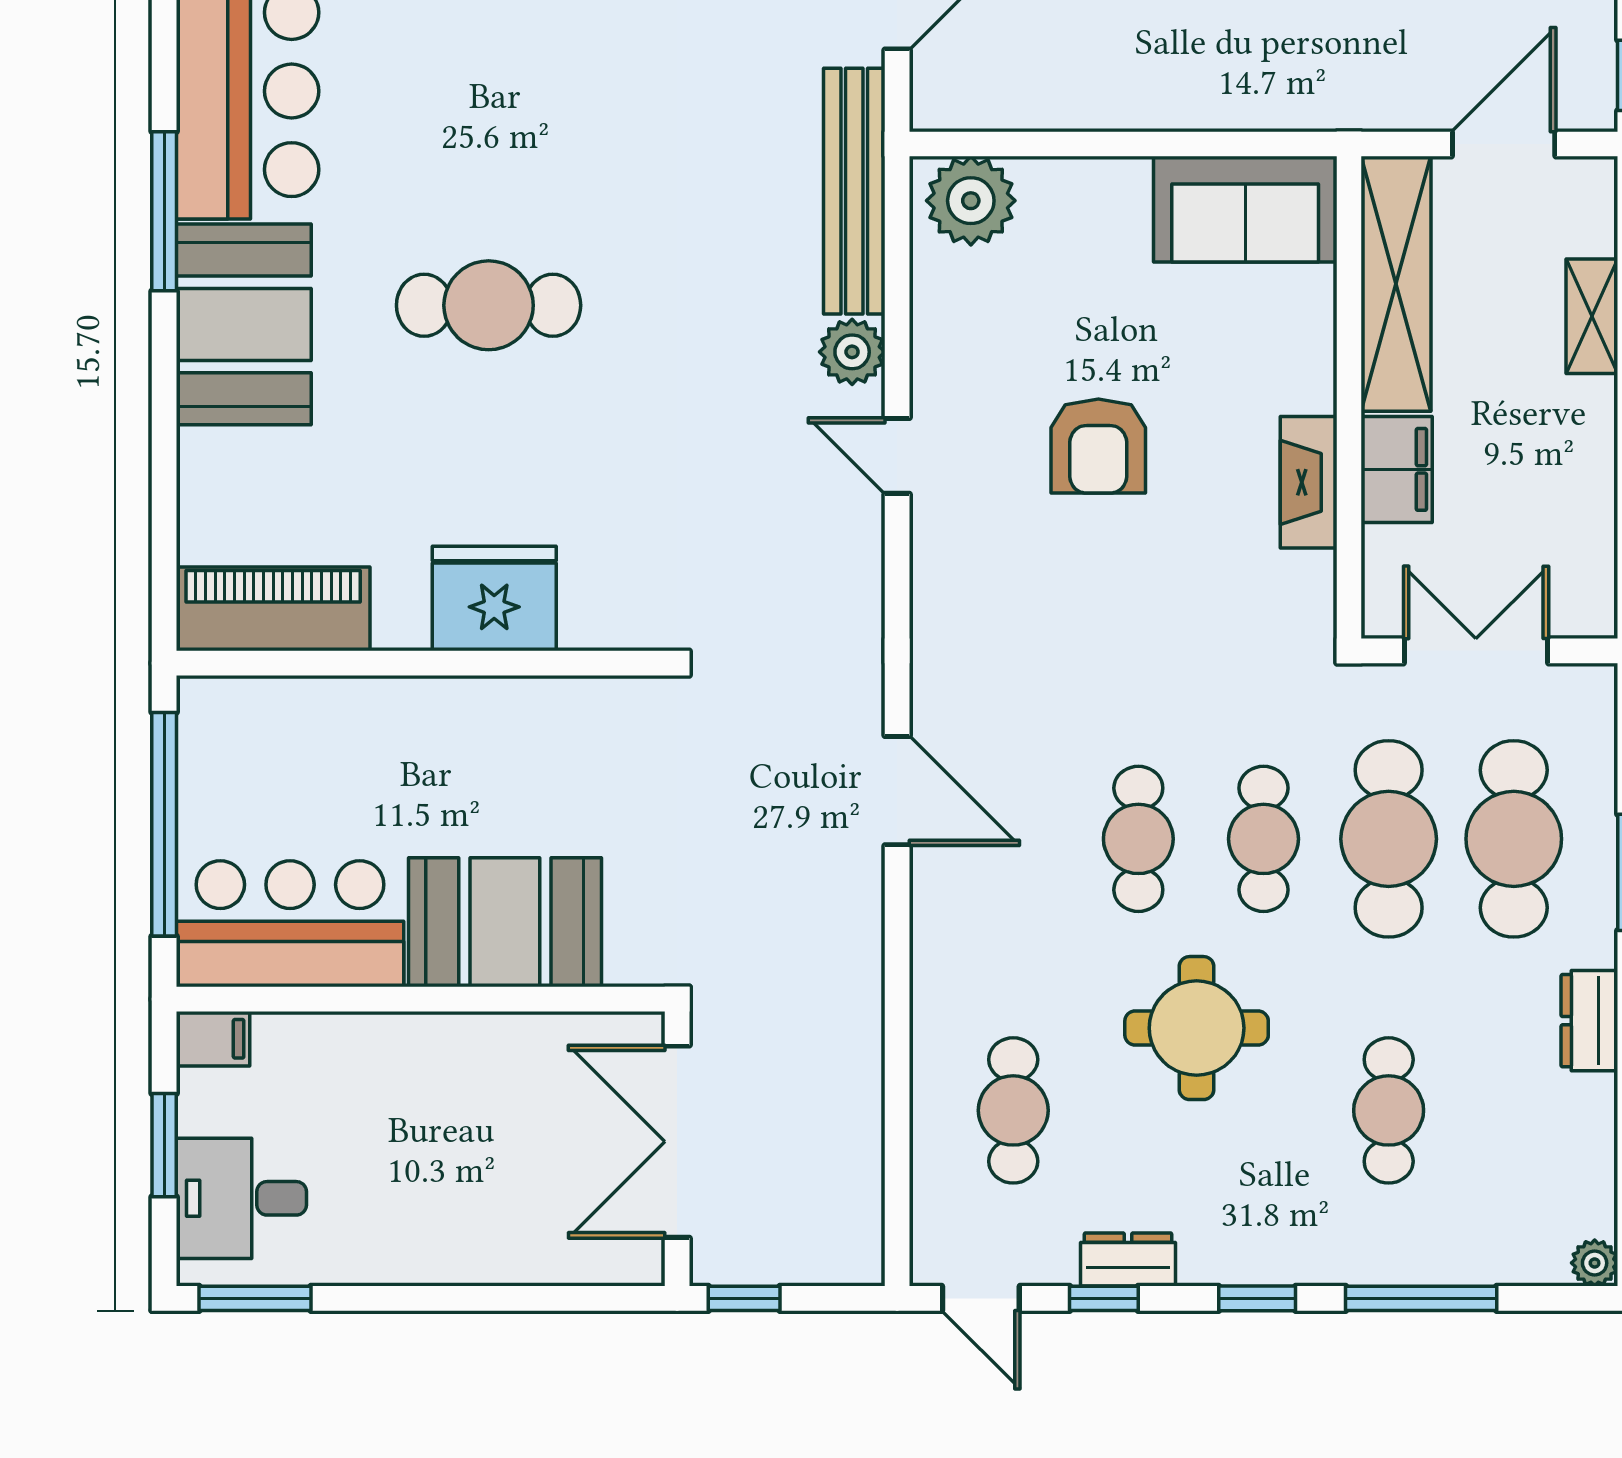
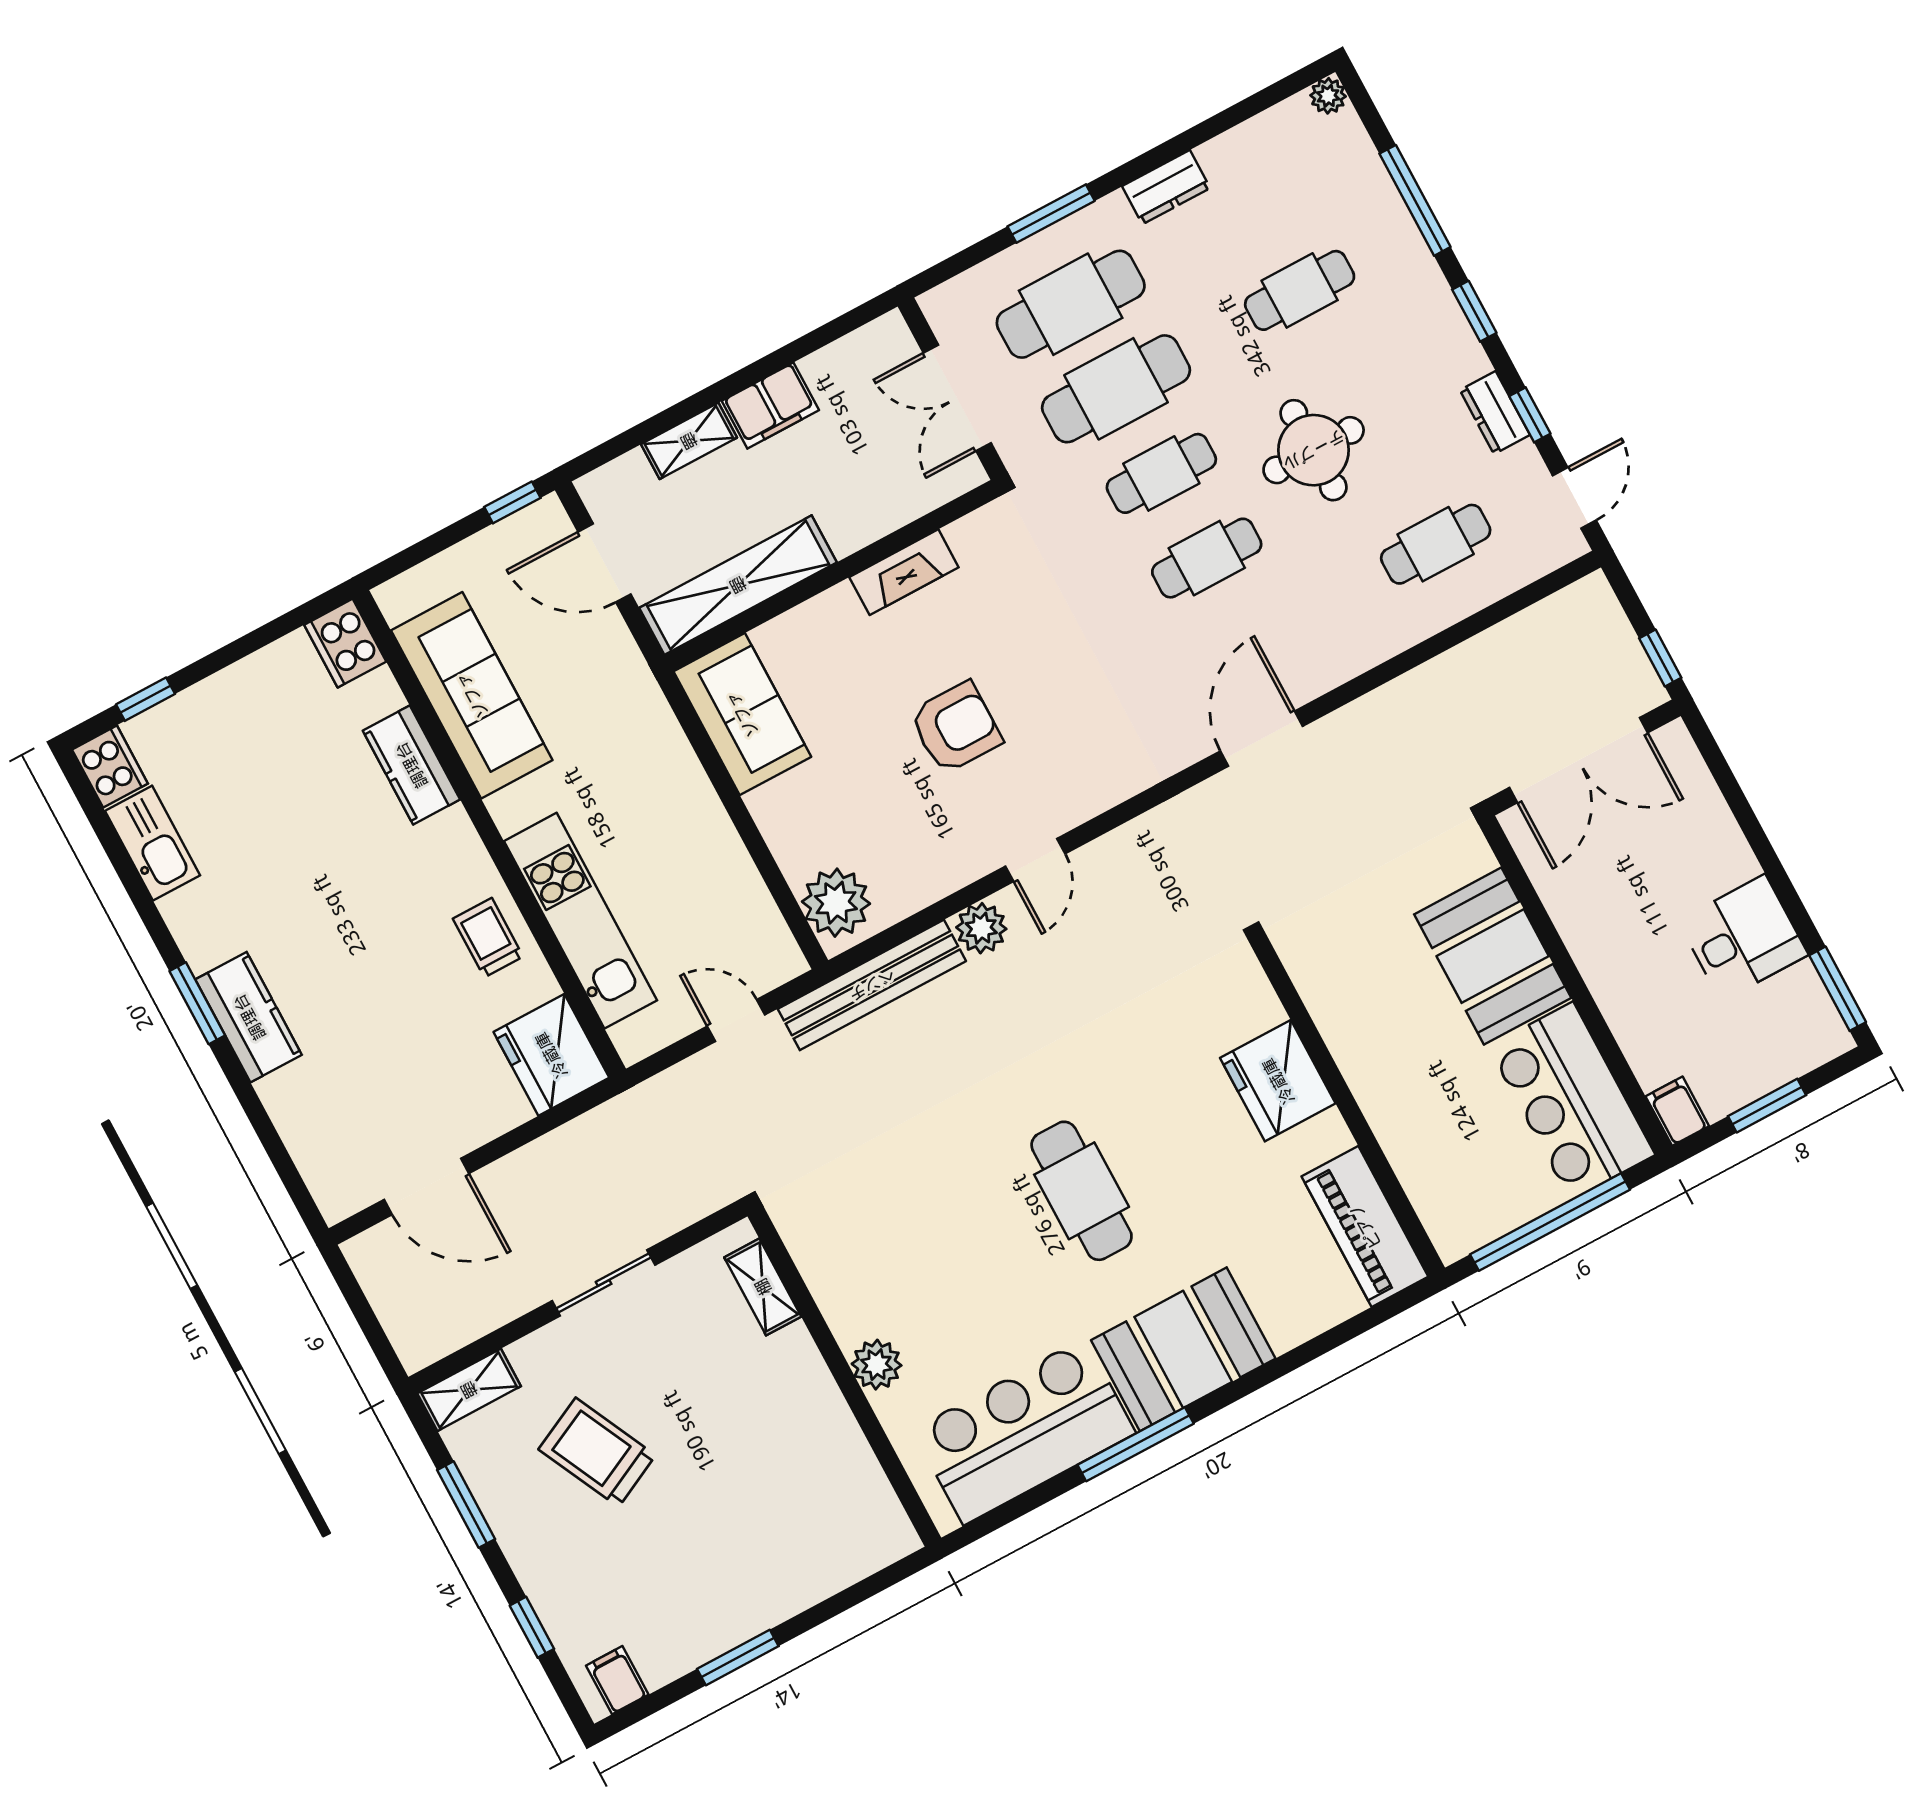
filing cabinet: (1397, 469) -> (770, 406), moved, turned 180
desk: (241, 1198) -> (1743, 938), moved, turned -90

